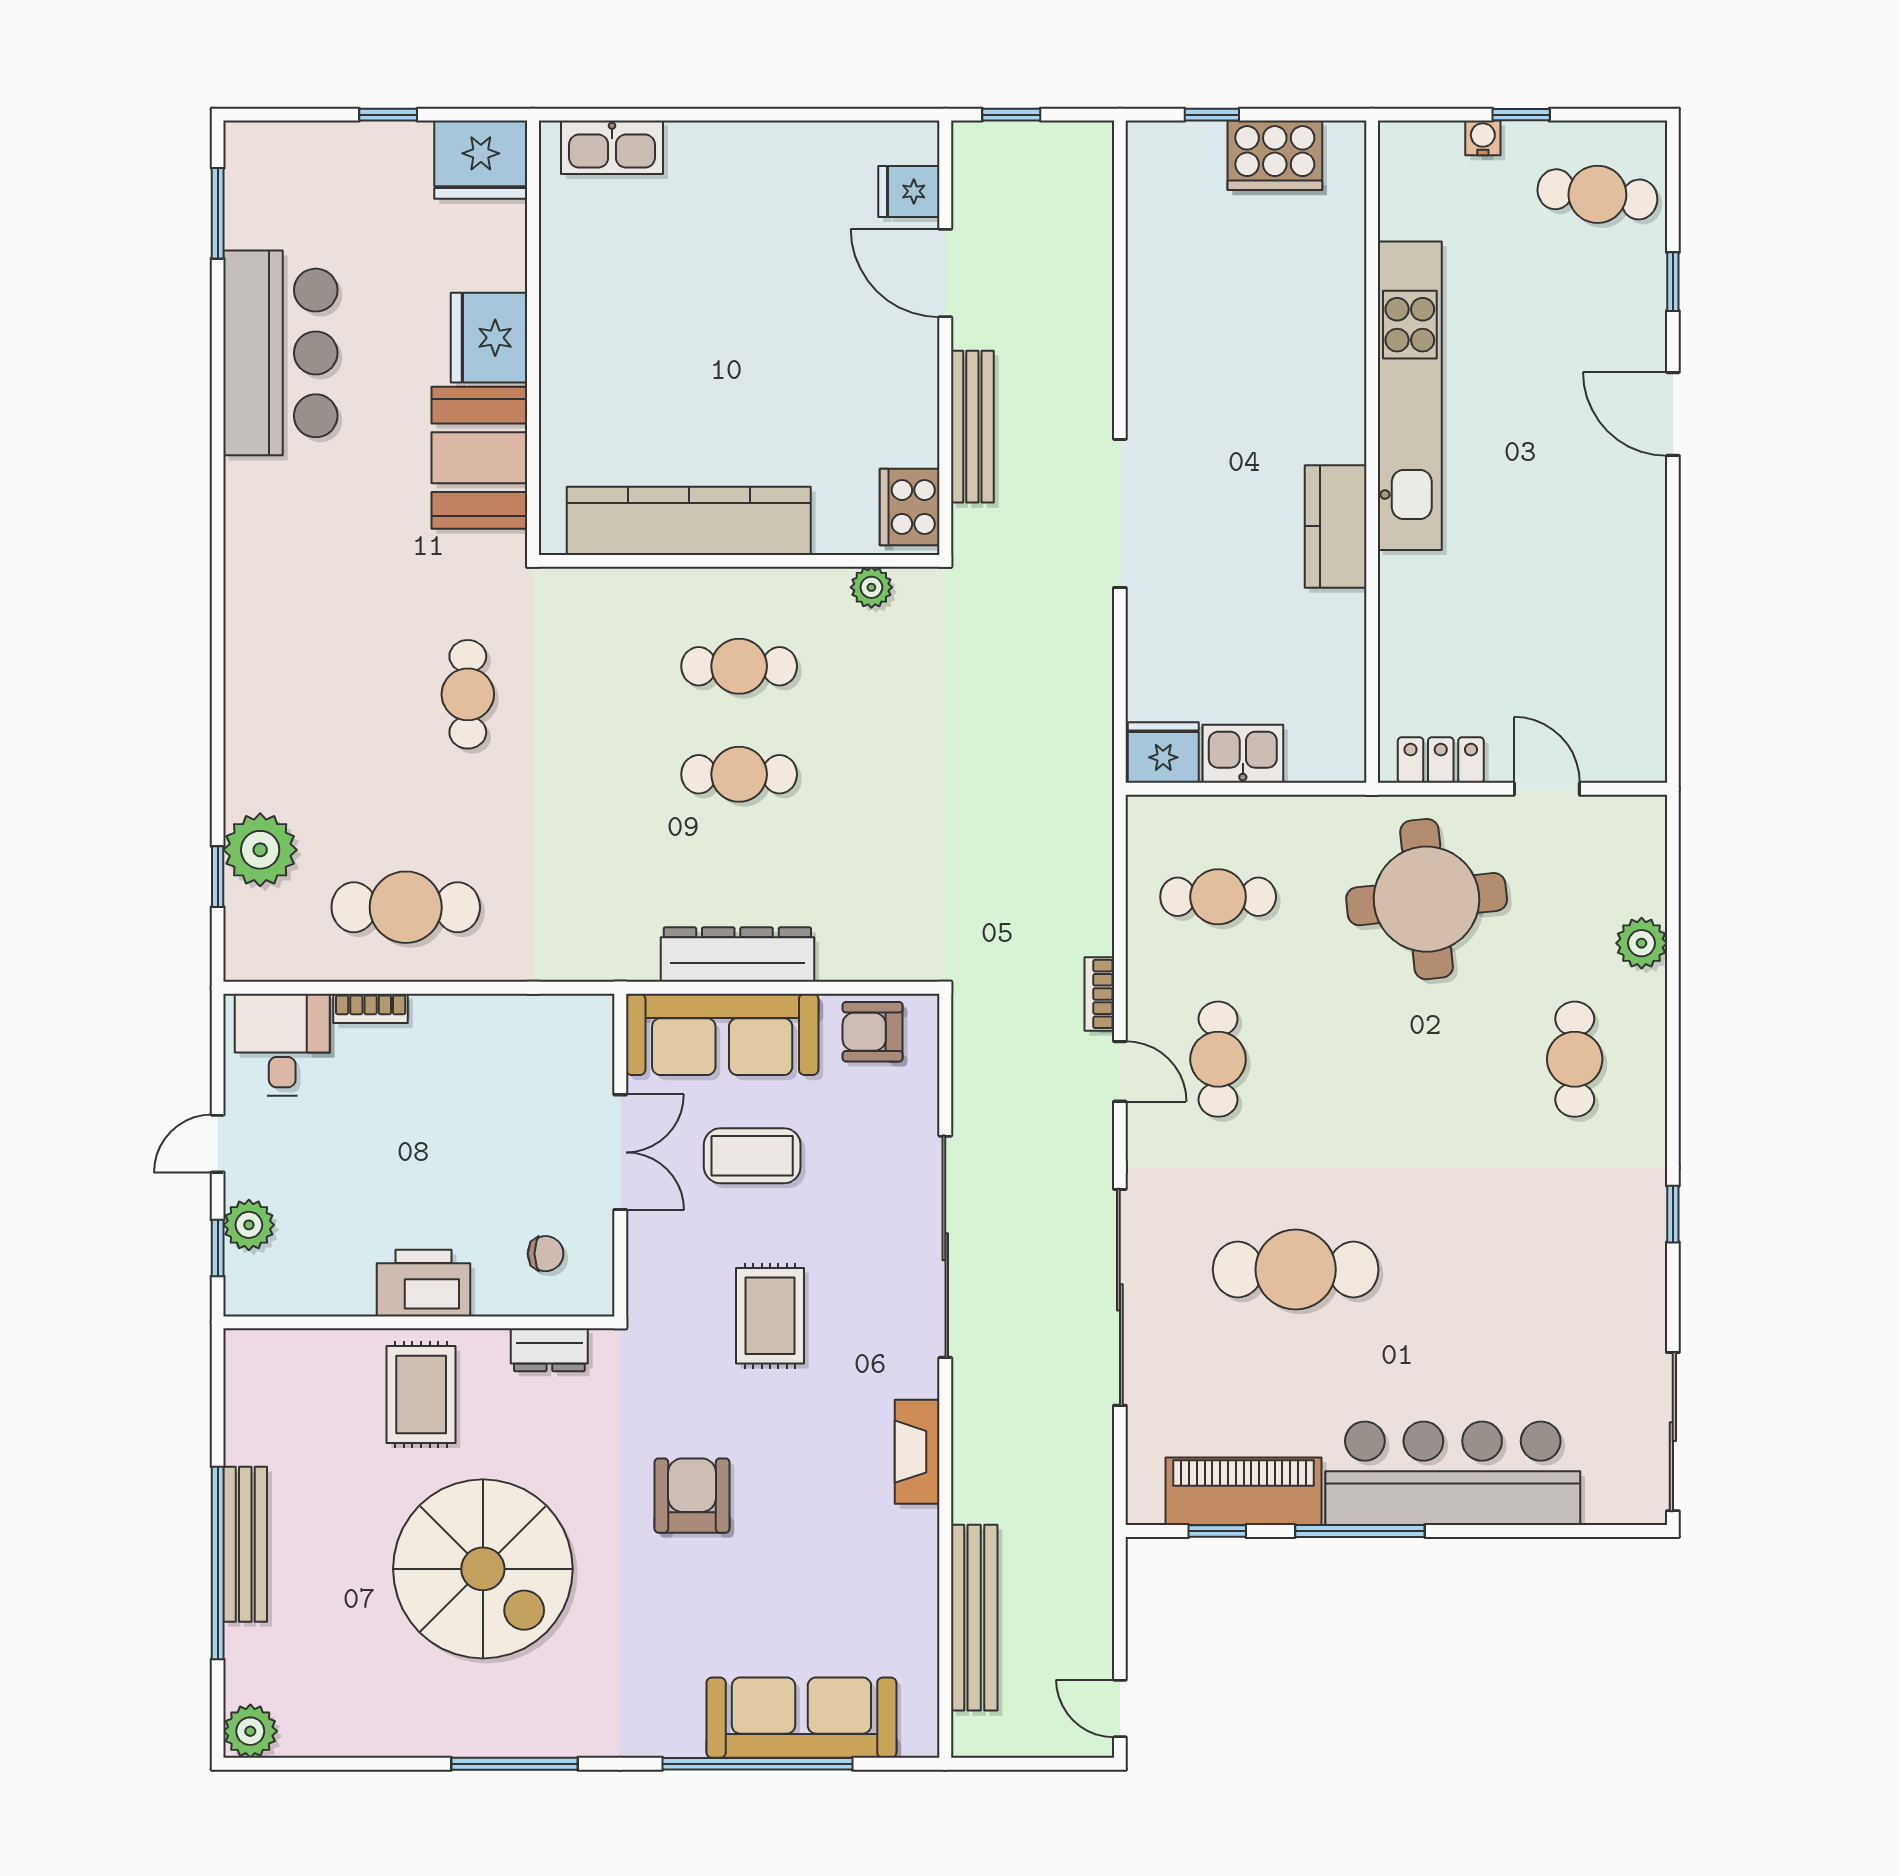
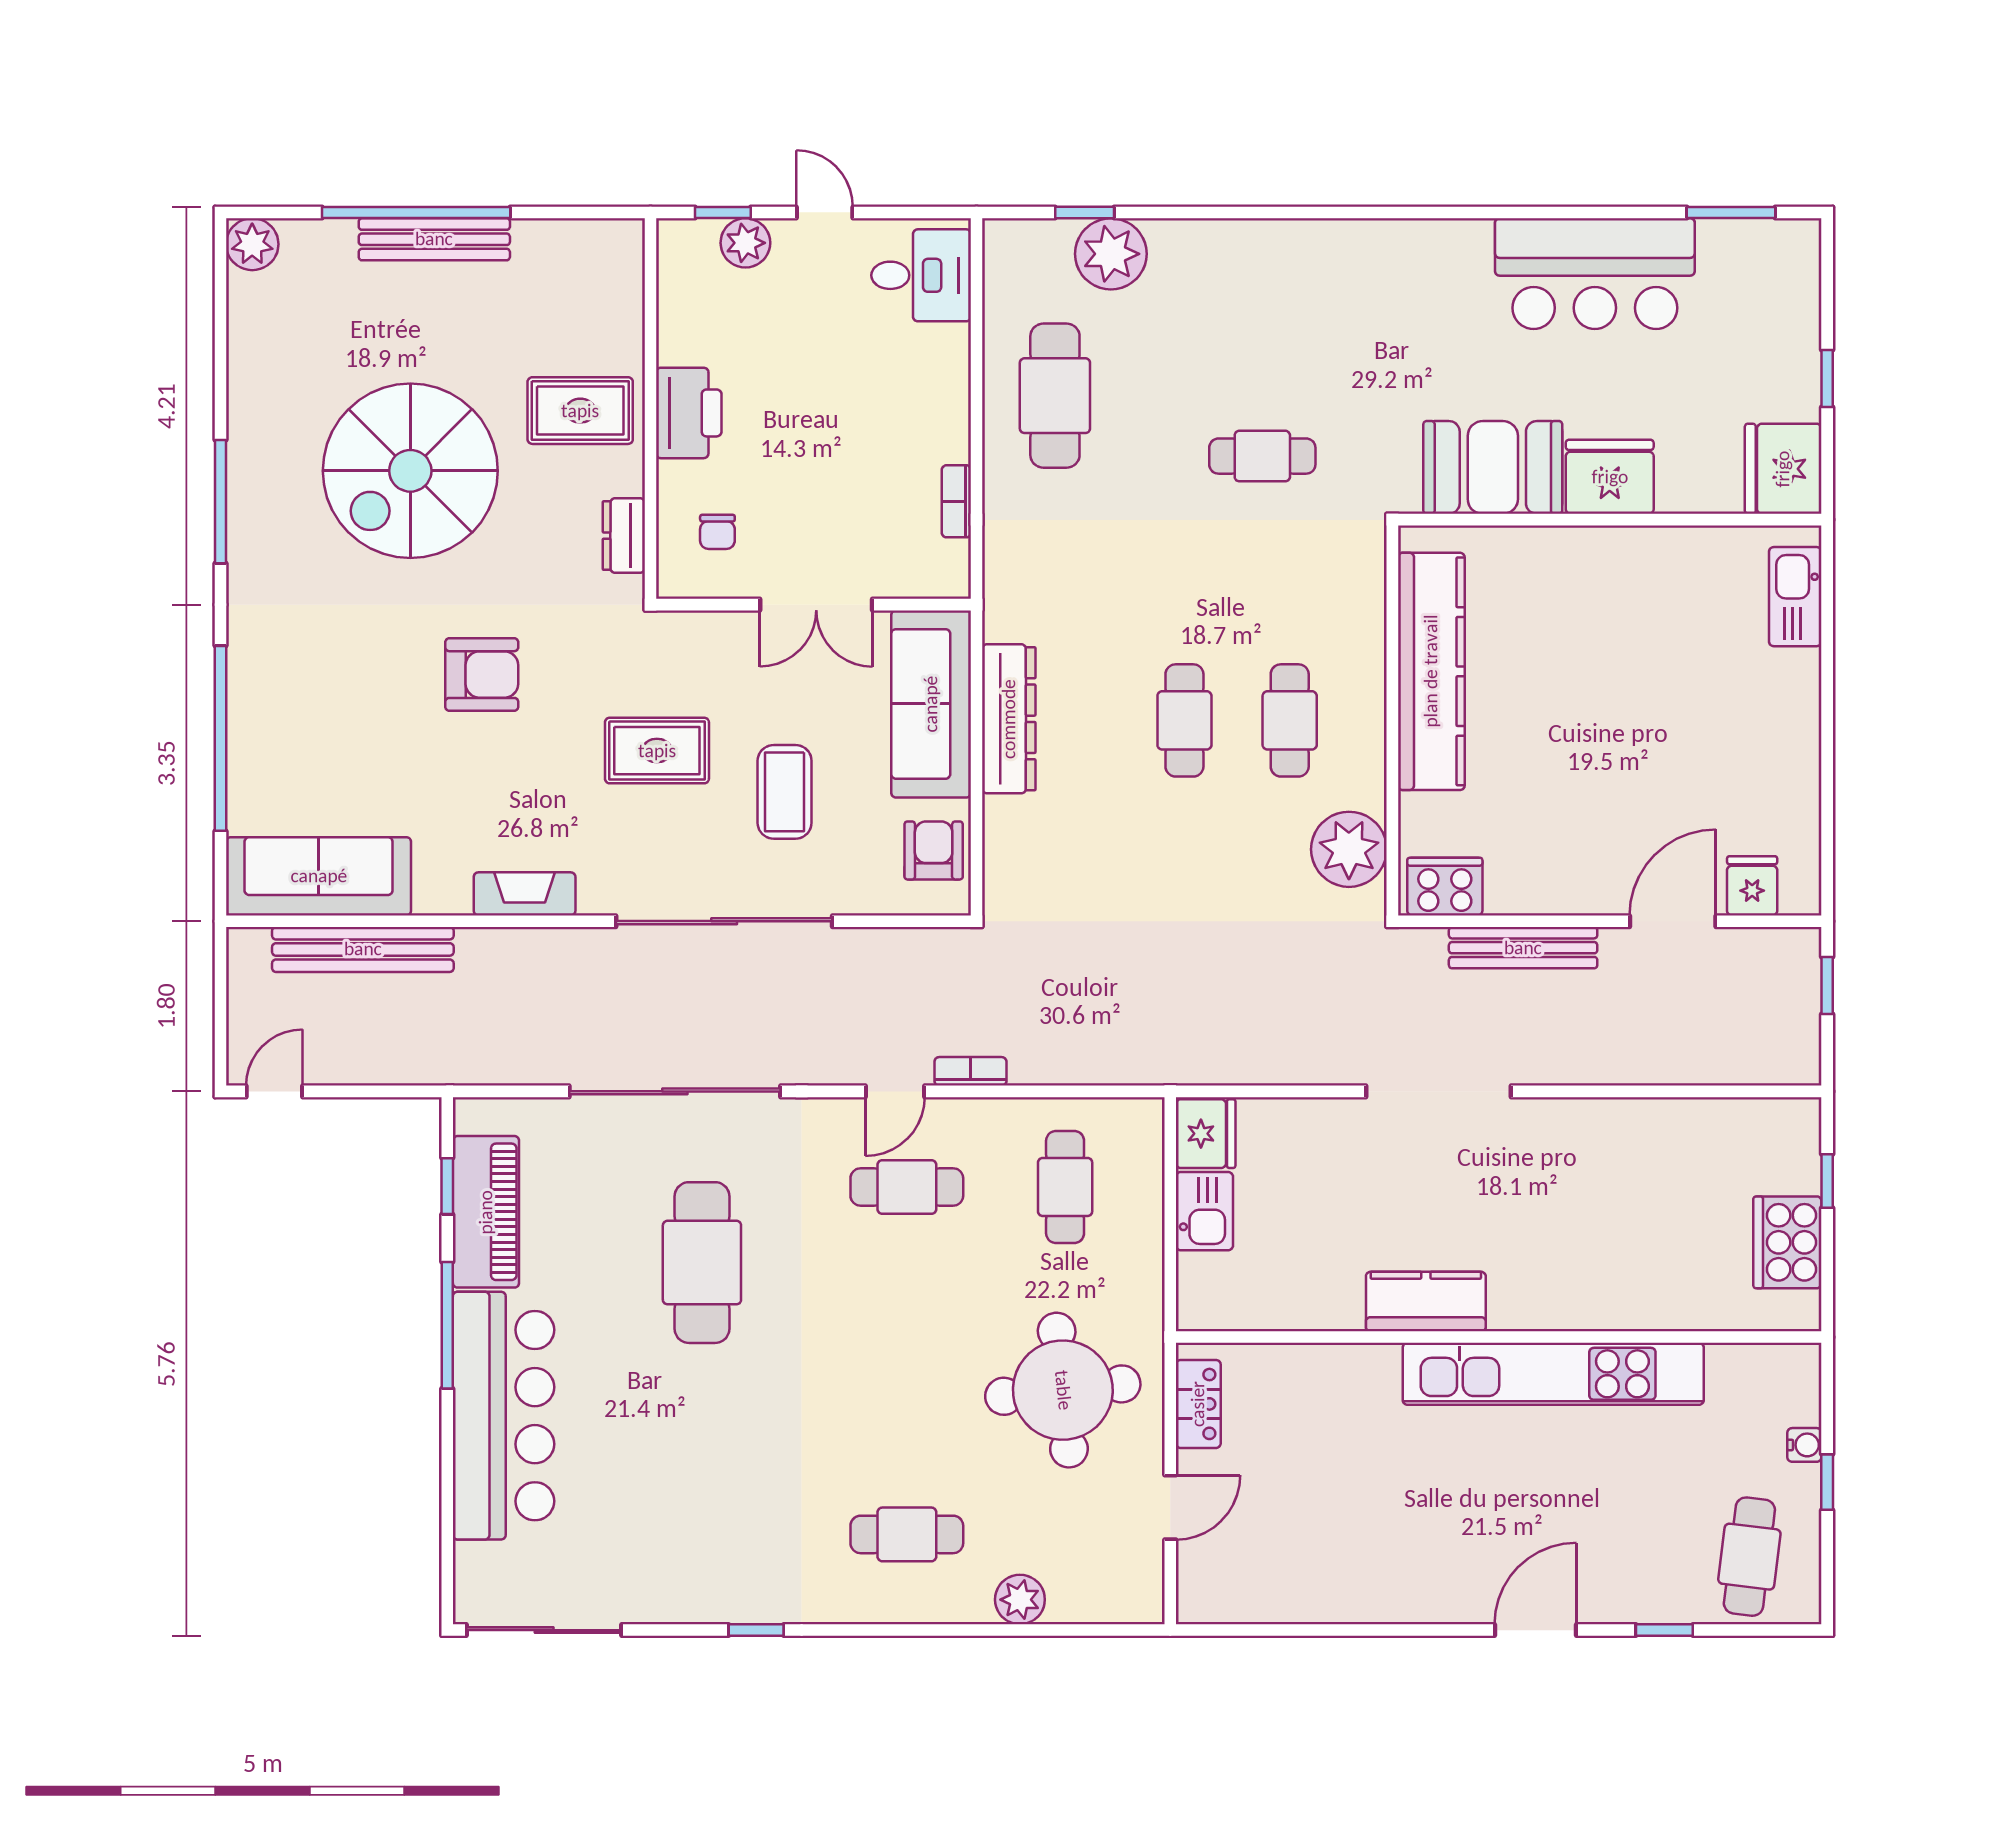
plant: (871, 587) -> (1349, 849), width x1.88, depth x1.88
bookcase: (371, 1008) -> (956, 501), moved
coffee table: (752, 1156) -> (785, 792), moved
sofa: (801, 1718) -> (319, 876), moved, turned -90

